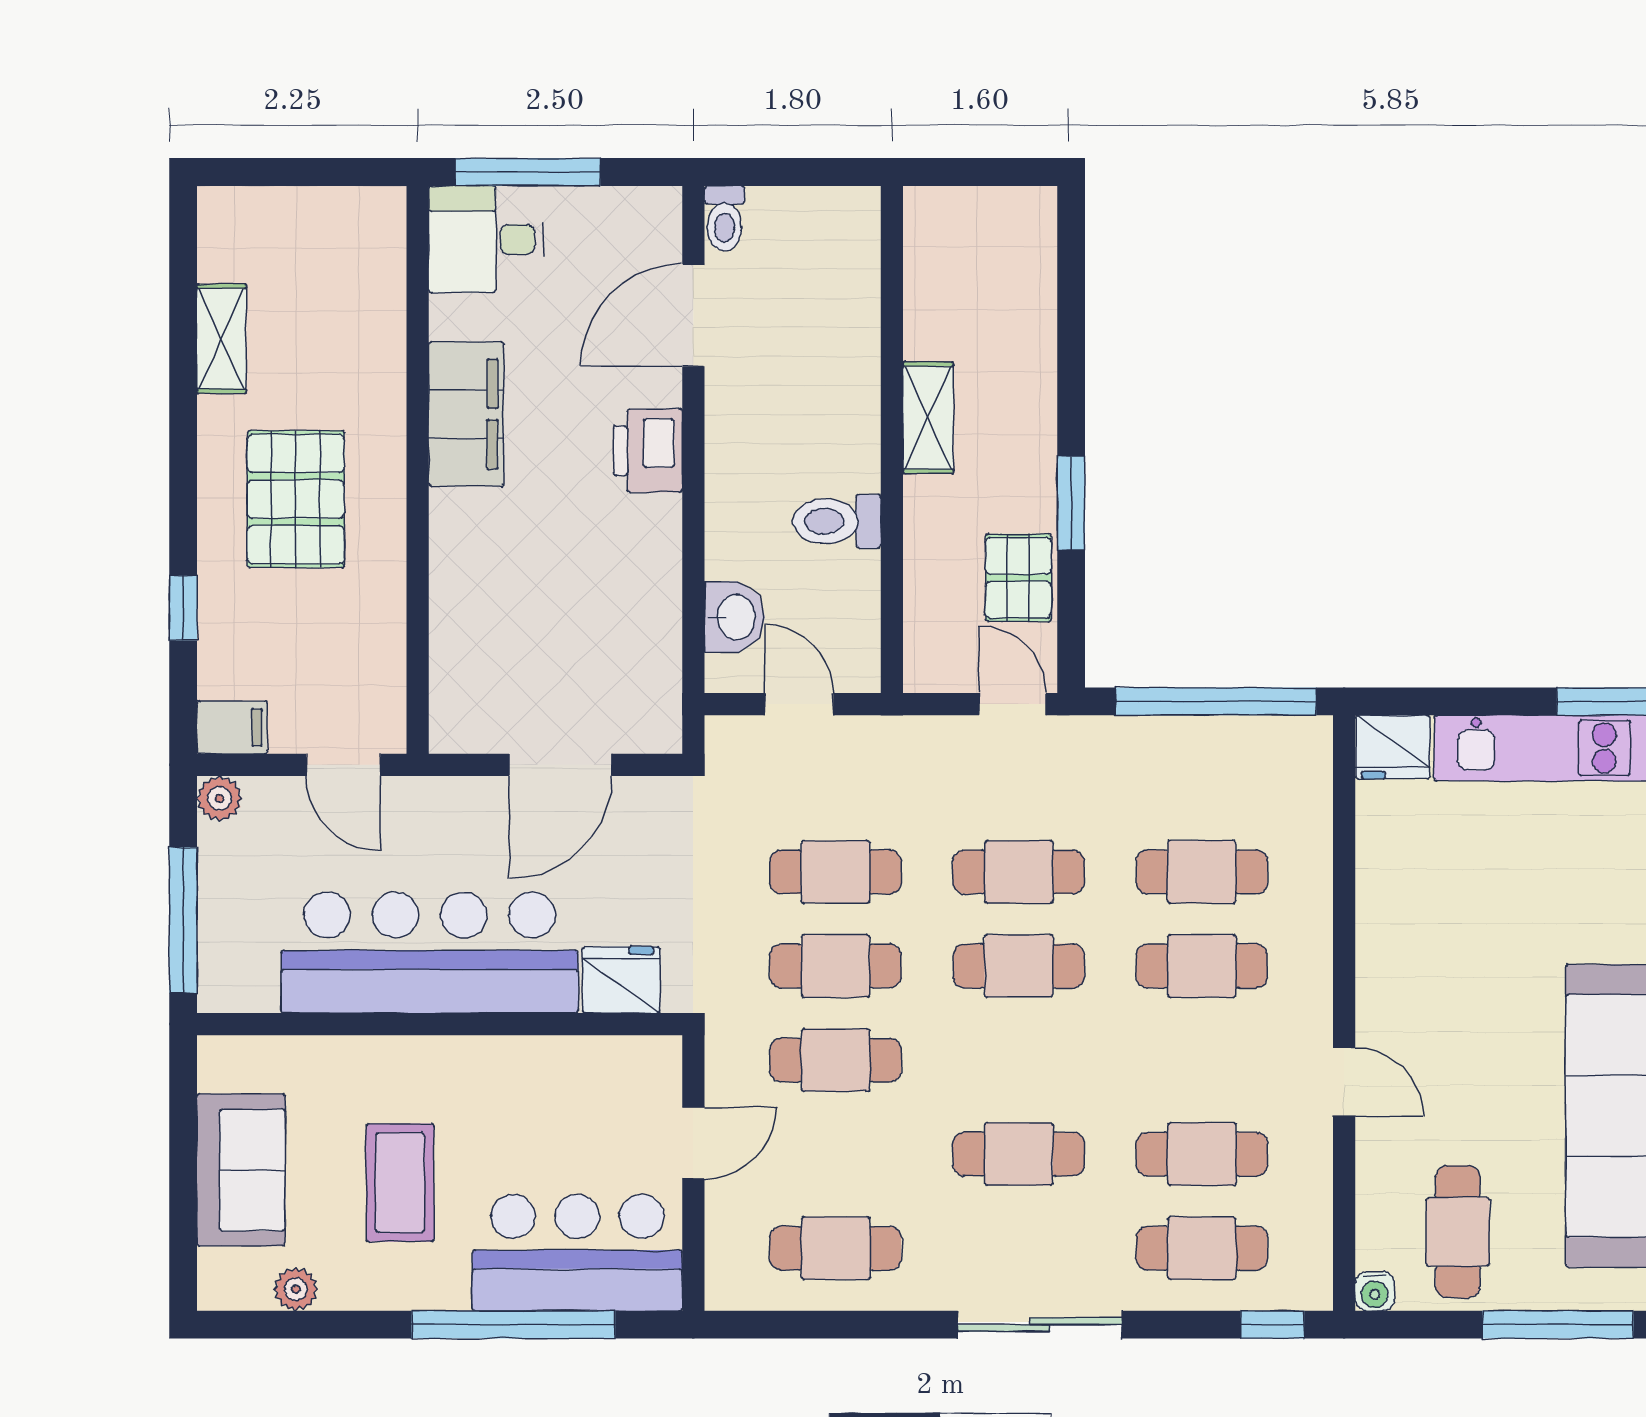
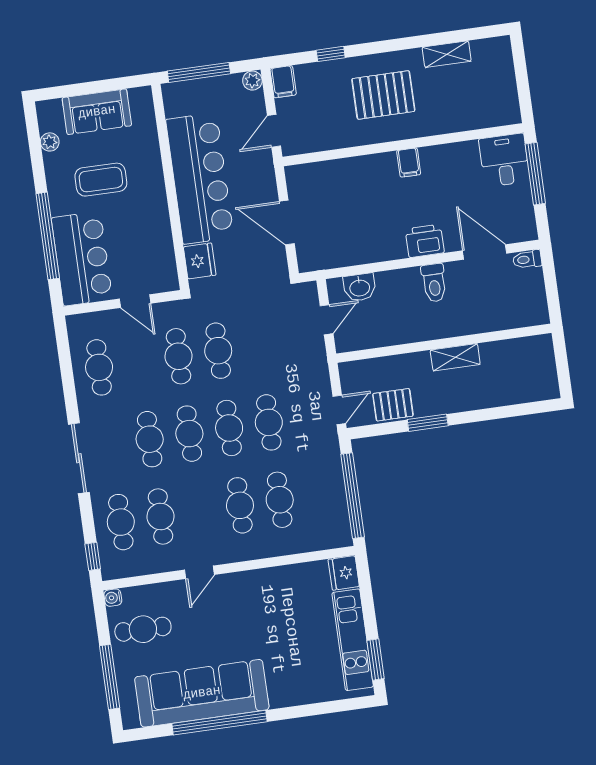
filing cabinet: (466, 414) -> (409, 163), width x0.33, depth x0.86
toilet: (837, 521) -> (434, 283), moved, turned 180
cafe table: (836, 872) -> (189, 434), moved

